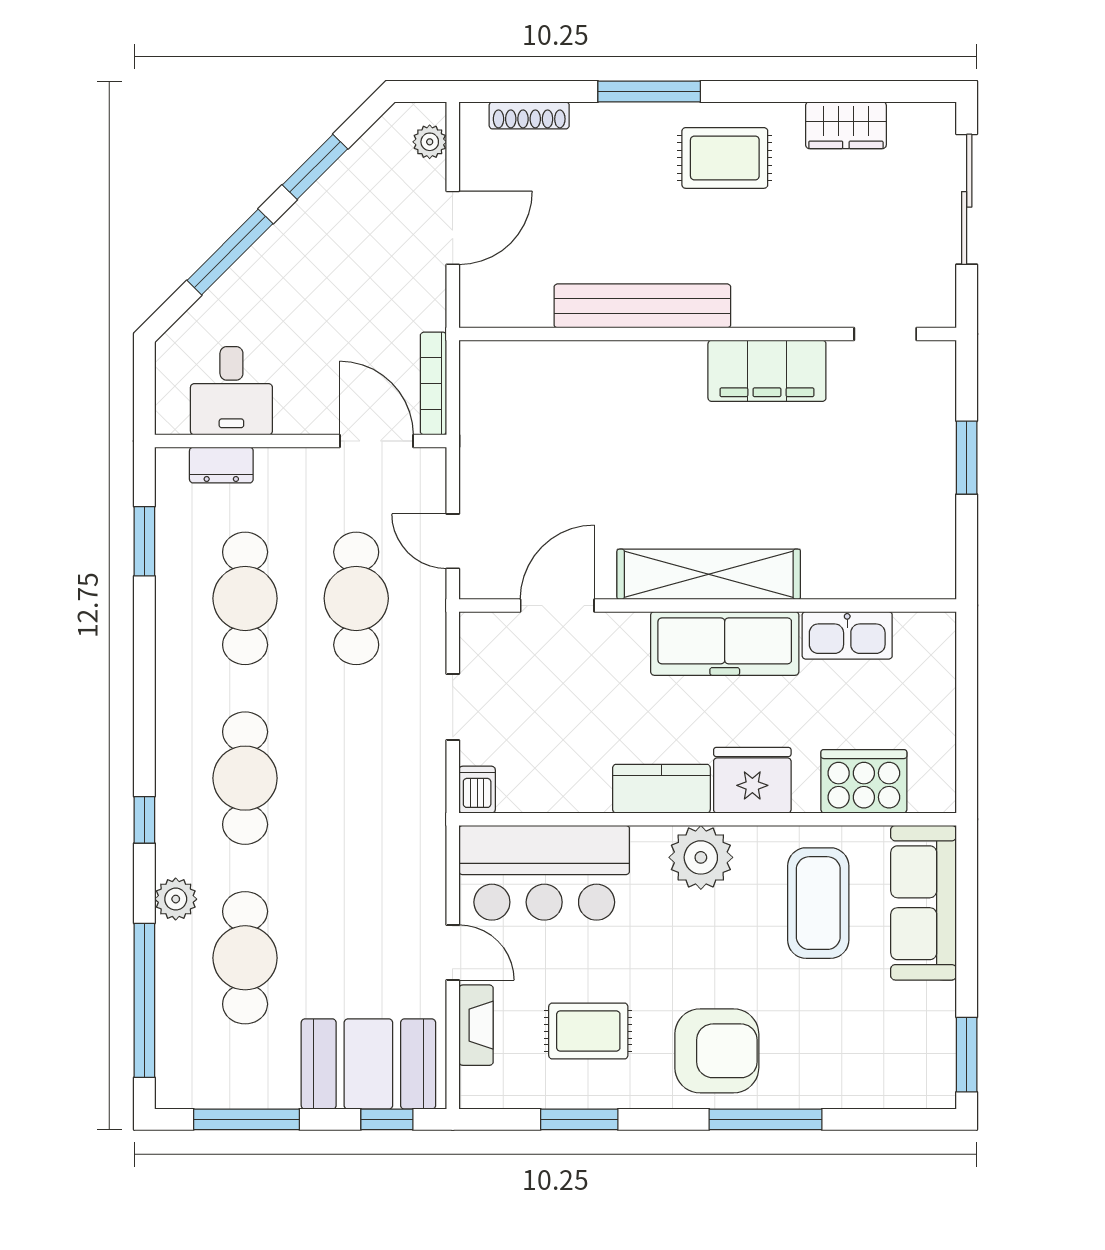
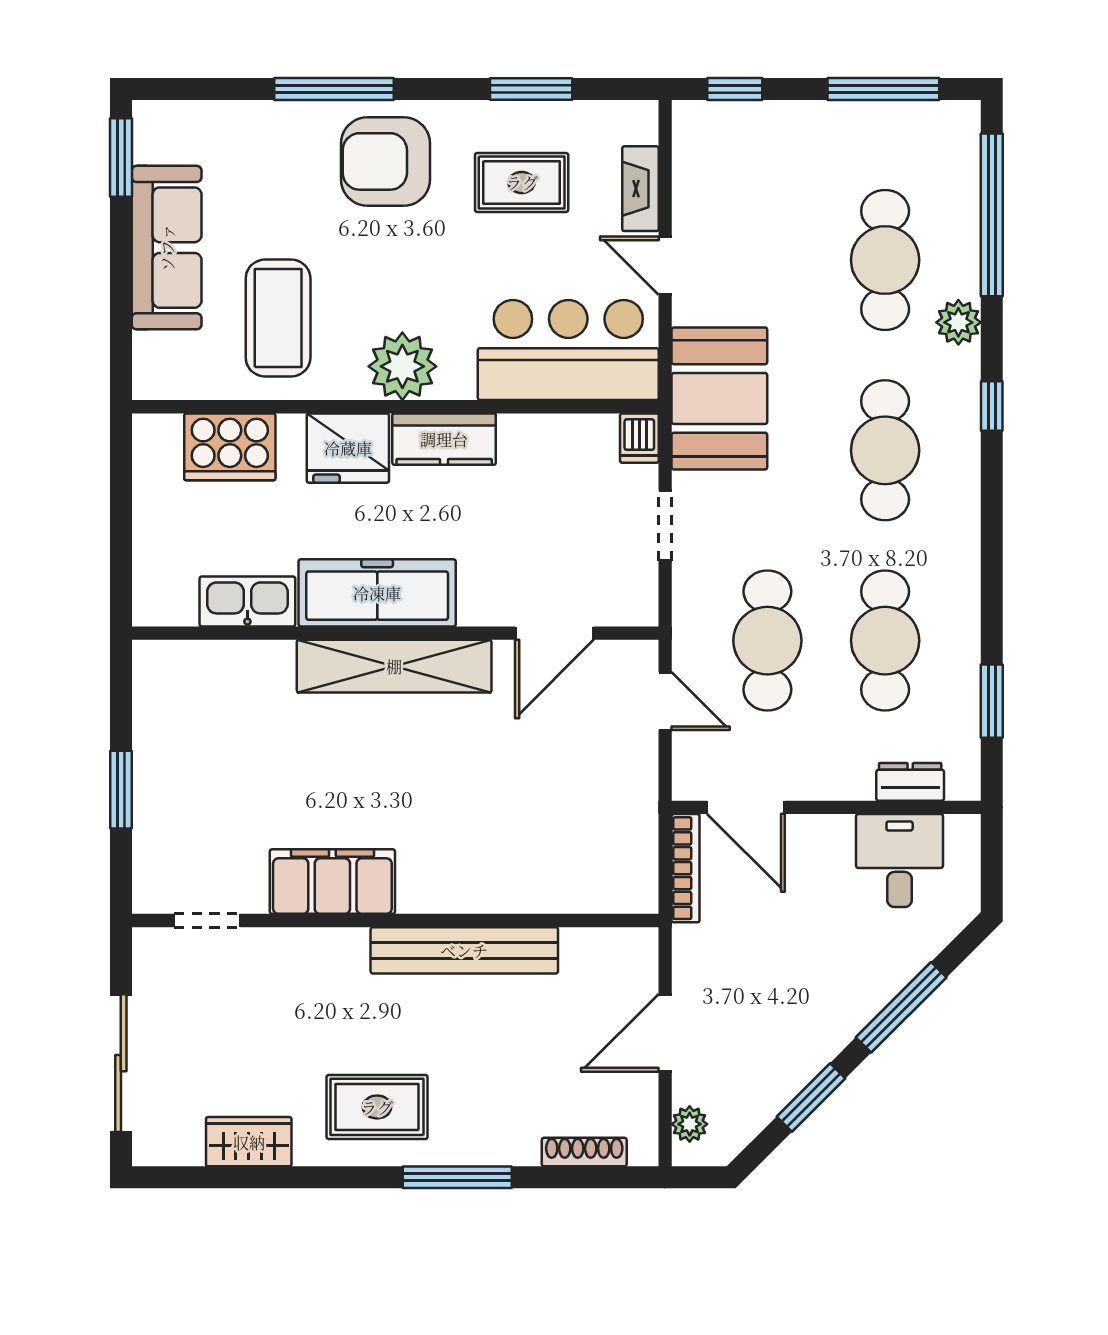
sofa: (924, 903) -> (167, 248), moved
booth: (368, 1064) -> (719, 398), moved, turned 90

